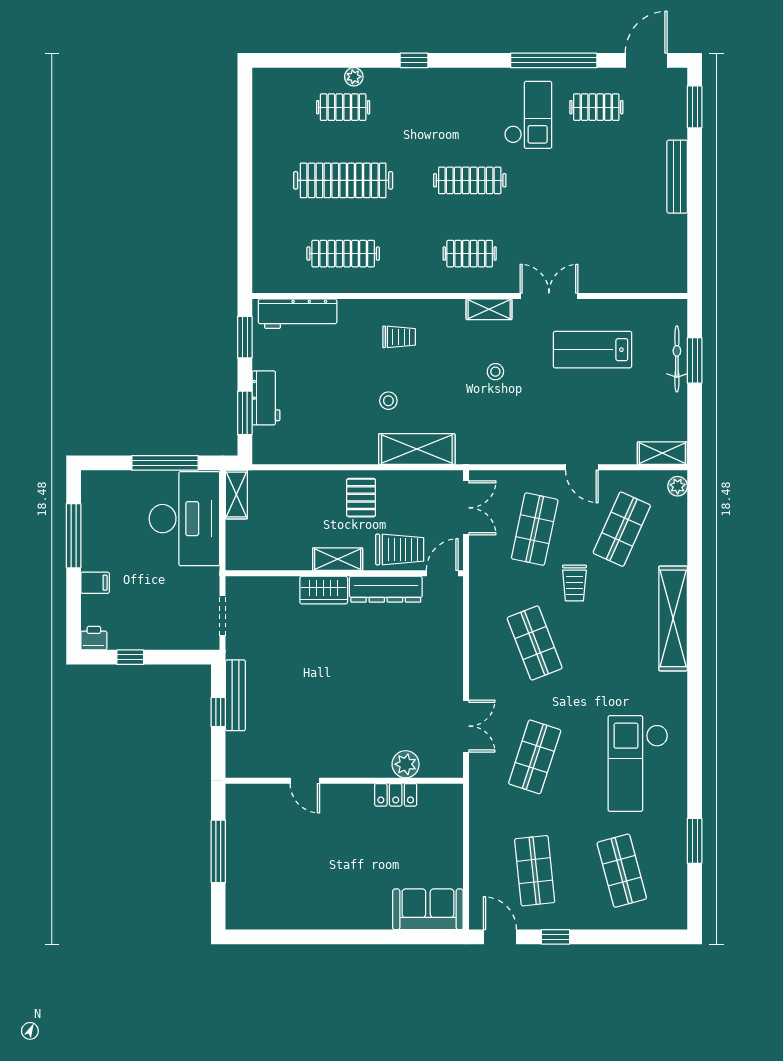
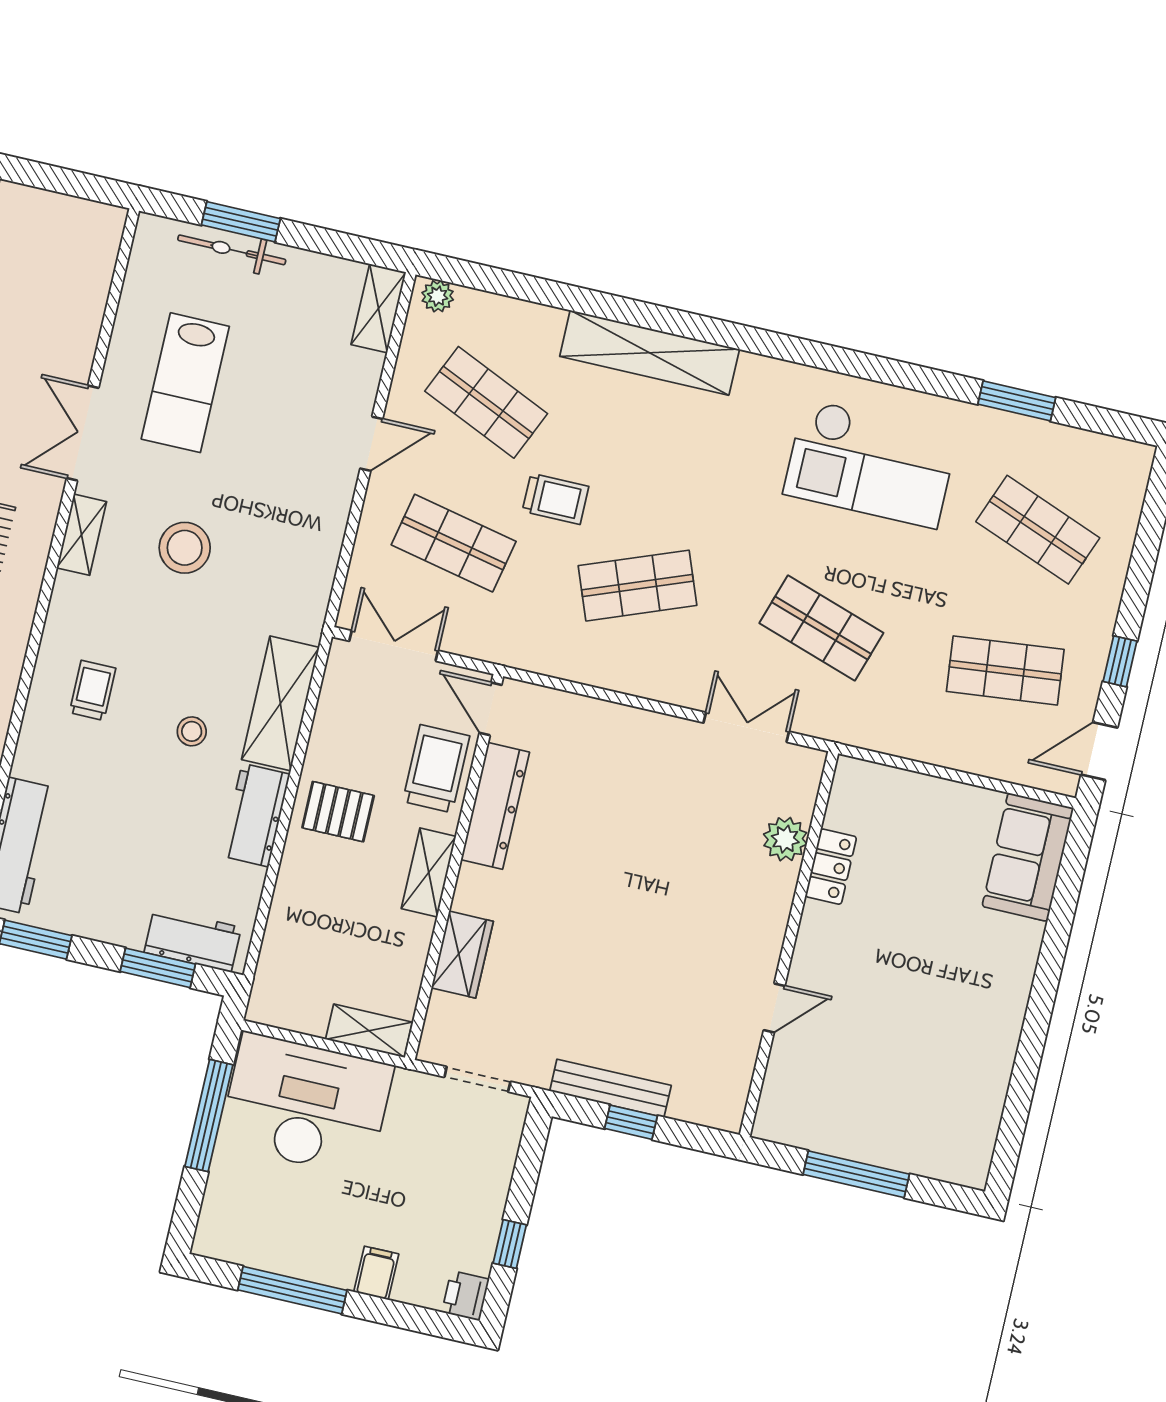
stool: (495, 372) -> (185, 548), width x1.89, depth x1.89
workbench: (266, 398) -> (193, 940), moved
workbench: (348, 449) -> (255, 815), added
shelving: (236, 495) -> (369, 1031), moved
wardrobe: (324, 590) -> (462, 955), moved
shop shelf: (622, 871) -> (1038, 530), turned 36

